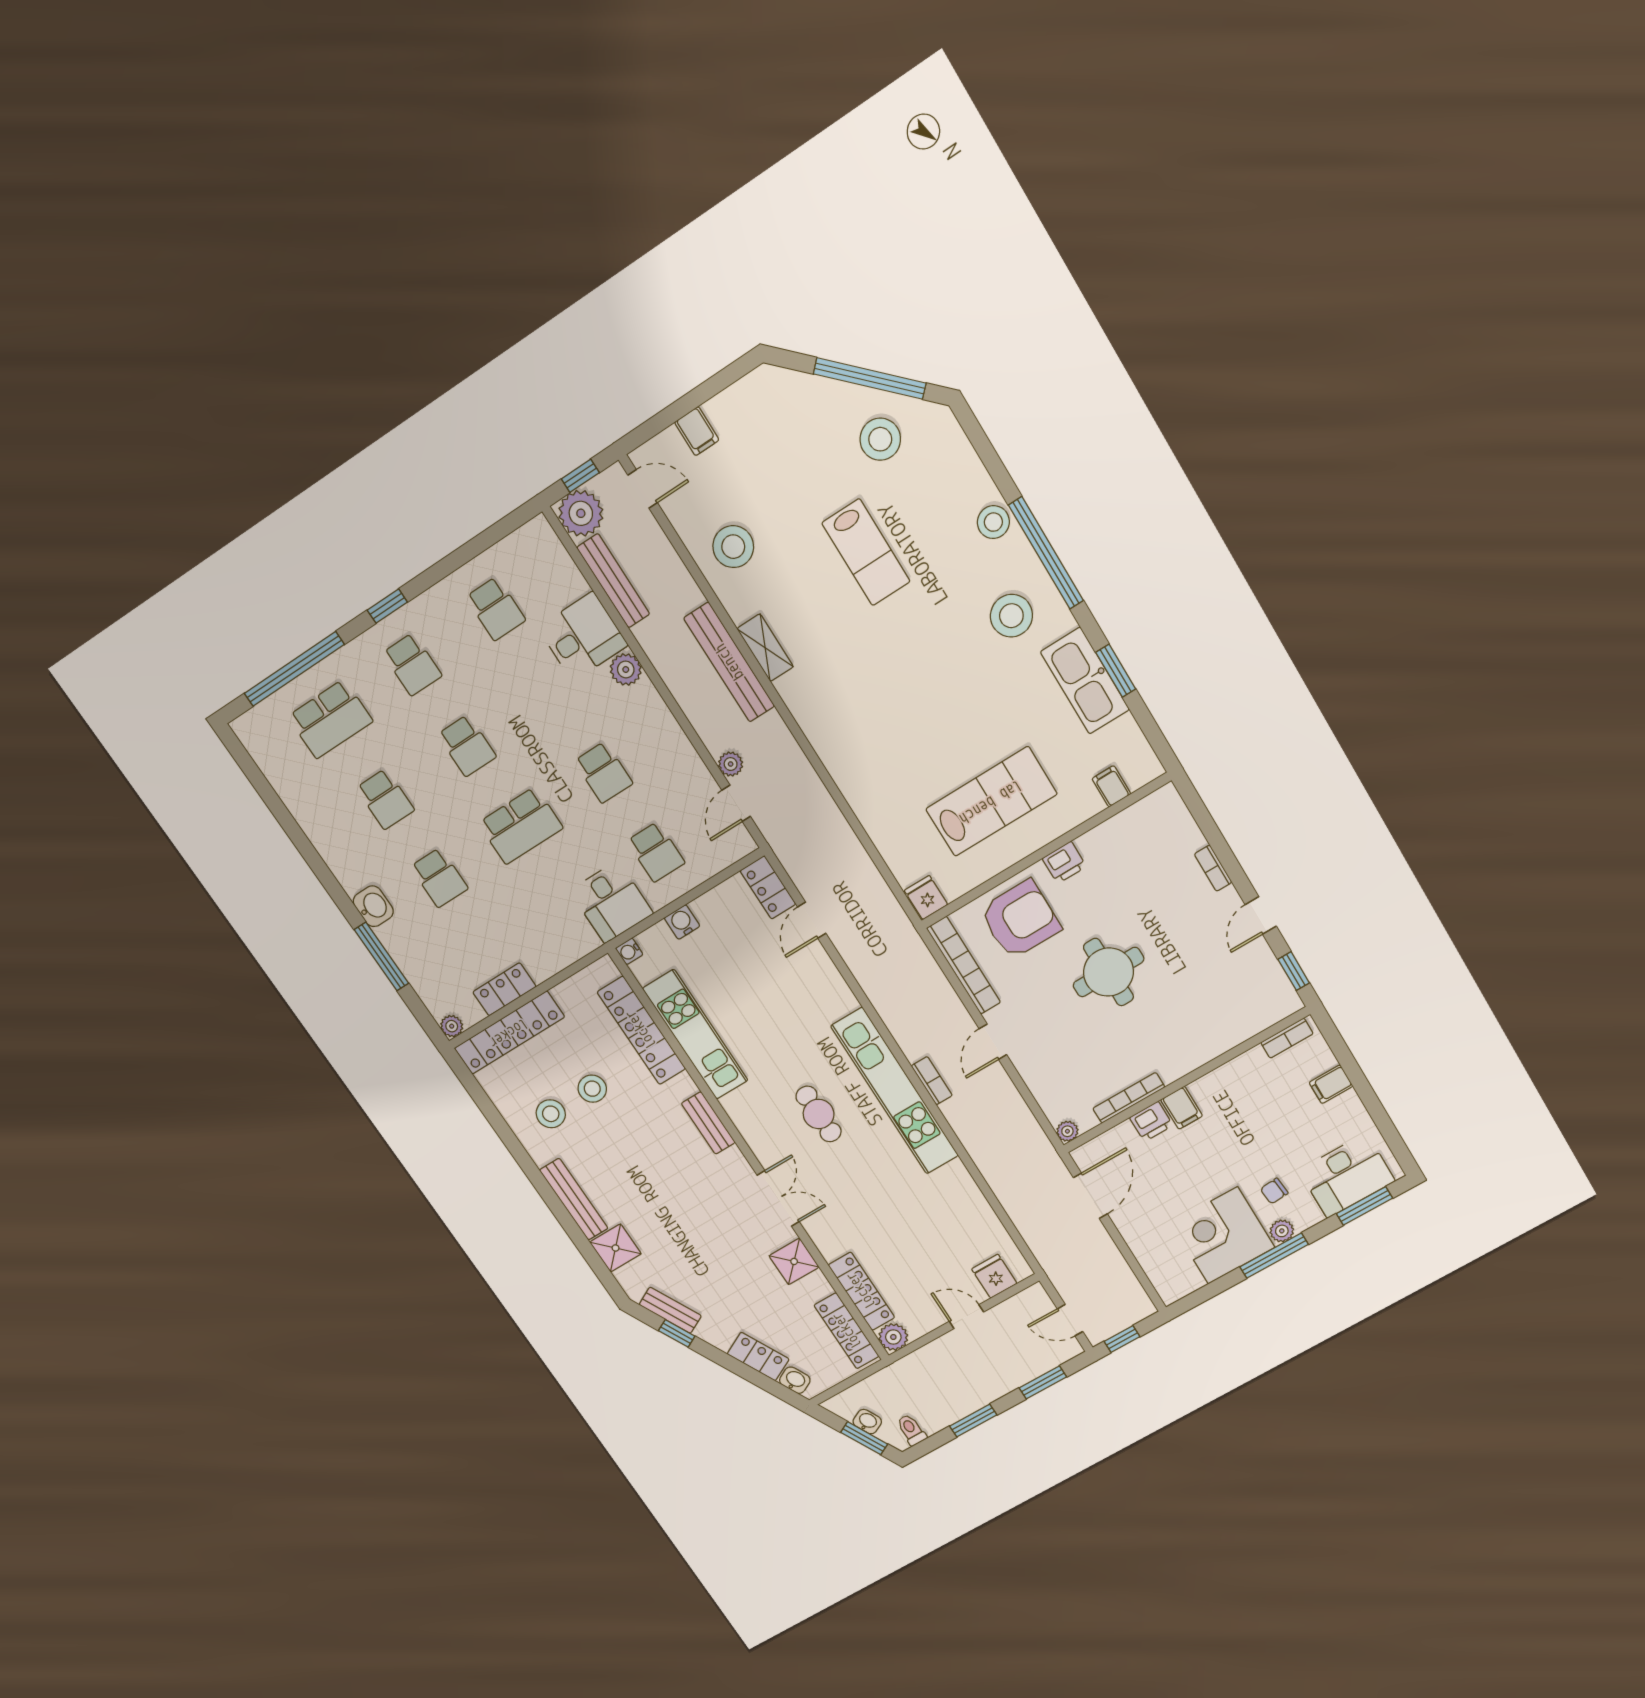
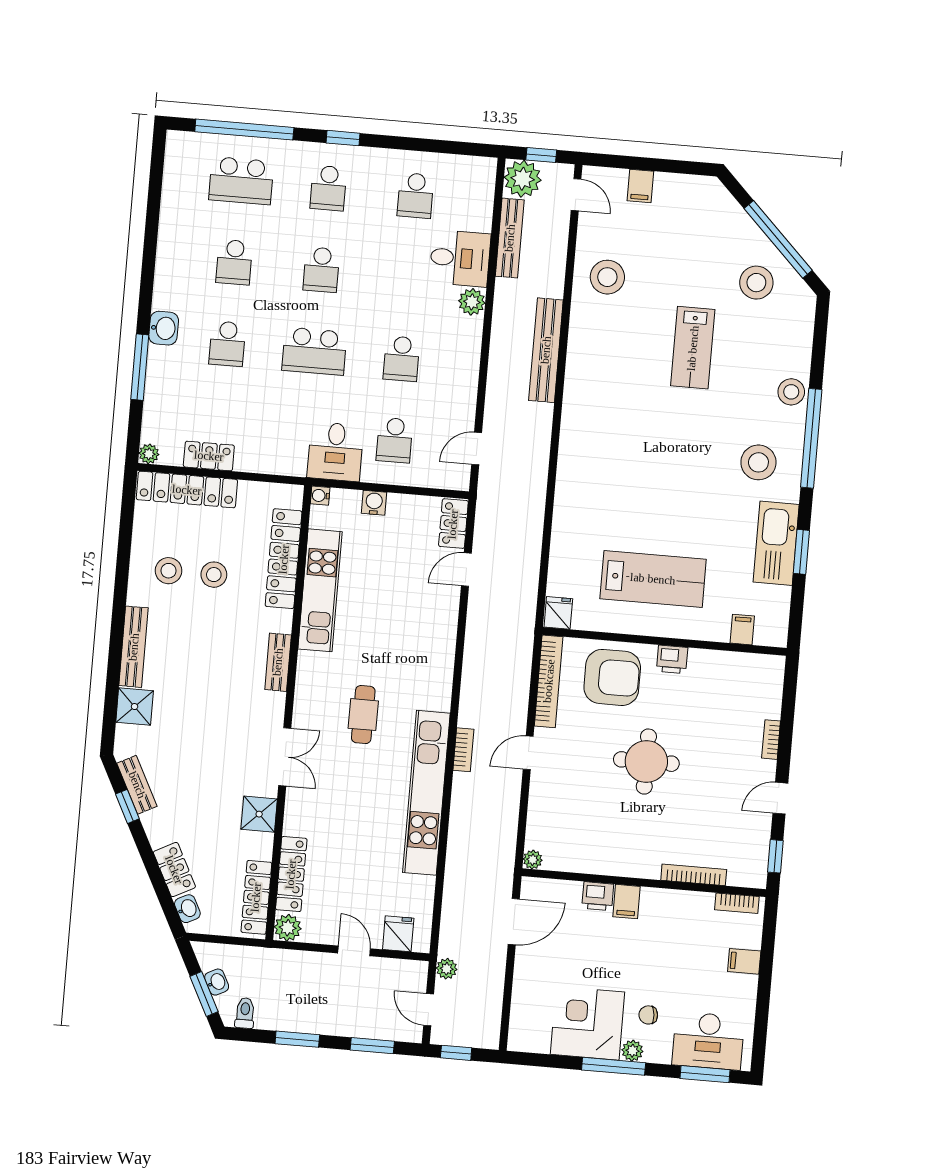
shelving: (765, 648) -> (578, 359), removed
plant: (731, 764) -> (447, 969), moved
kitchen unit: (895, 1091) -> (426, 793), moved
bookcase: (1129, 1098) -> (694, 875), moved

